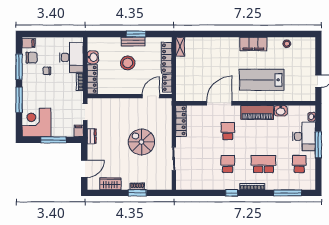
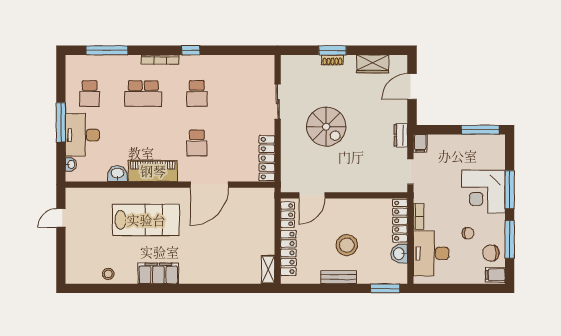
window: (136, 34) -> (385, 288), moved
corner desk: (37, 122) -> (483, 192), moved, turned 90
window: (53, 140) -> (480, 130), moved

